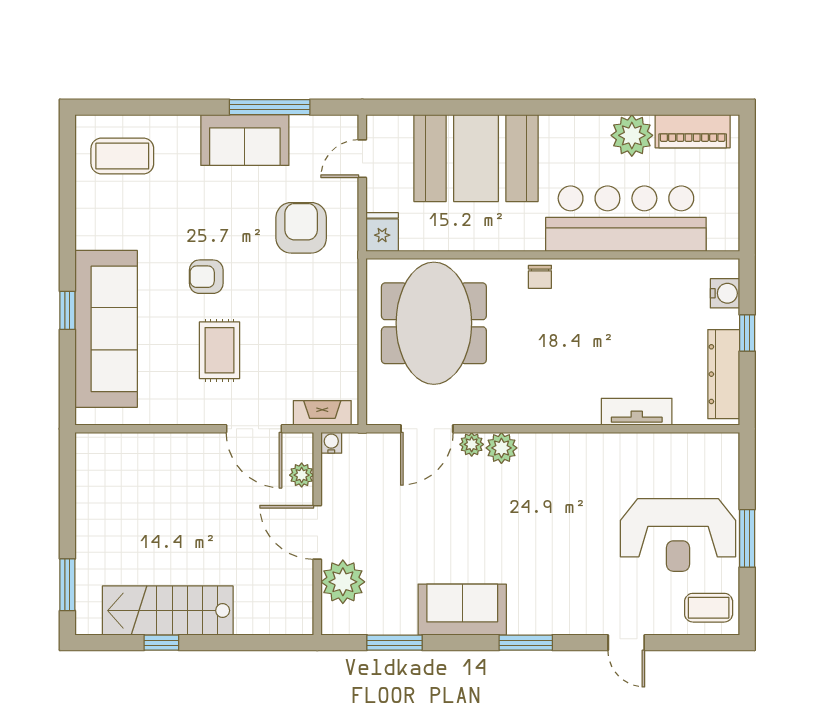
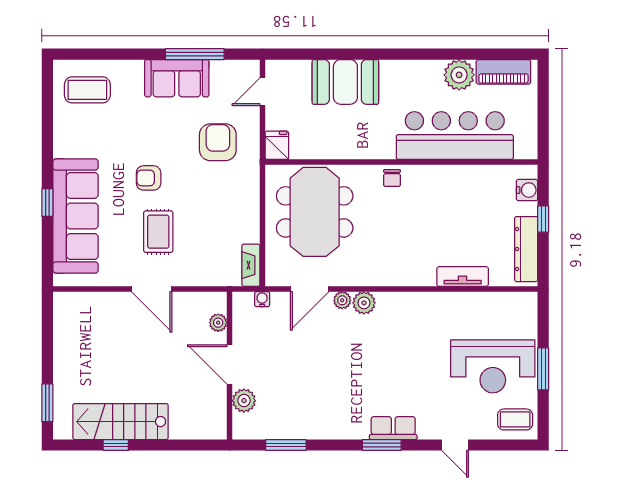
booth: (476, 158) -> (345, 82), width x0.73, depth x0.70
fireplace: (322, 413) -> (251, 265), moved, turned -90
door: (254, 429) -> (152, 289), moved
water cooler: (331, 443) -> (262, 299), moved
plant: (343, 582) -> (244, 401), width x0.73, depth x0.73
sofa: (462, 610) -> (335, 421), removed
row of seats: (542, 620) -> (393, 428), added

